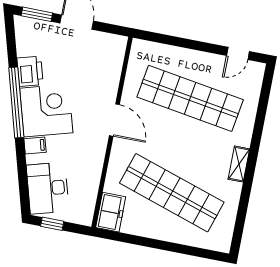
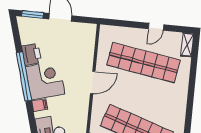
door: (238, 53) -> (156, 27), moved
door: (114, 120) -> (93, 82), hinge flipped
shelving: (239, 164) -> (187, 45), moved

